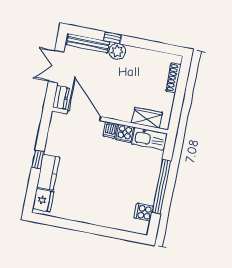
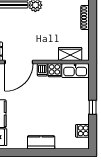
door: (84, 115) -> (19, 62), swing flipped
window: (161, 187) -> (93, 107), width x0.32
kitchen counter: (92, 216) -> (41, 142), added

